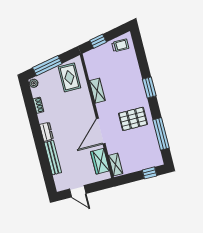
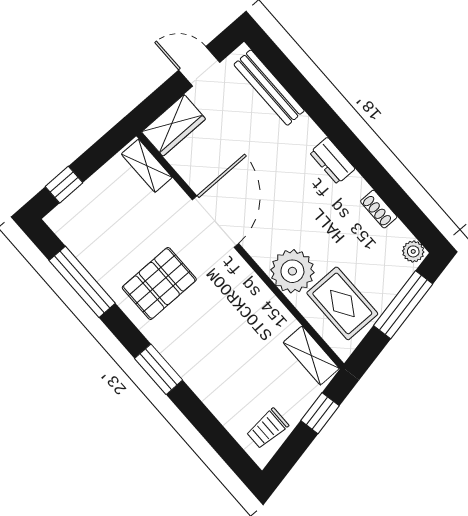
shelving: (97, 91) -> (311, 355), moved
plant: (82, 99) -> (292, 271), added
bench: (53, 158) -> (269, 88), moved
wardrobe: (100, 161) -> (174, 125), moved, turned 90

